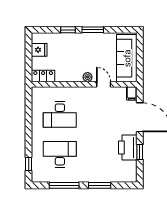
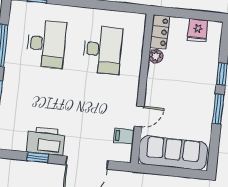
plant: (88, 77) -> (156, 56), moved
filing cabinet: (132, 93) -> (124, 136), moved
desk: (60, 115) -> (103, 50), turned 180

